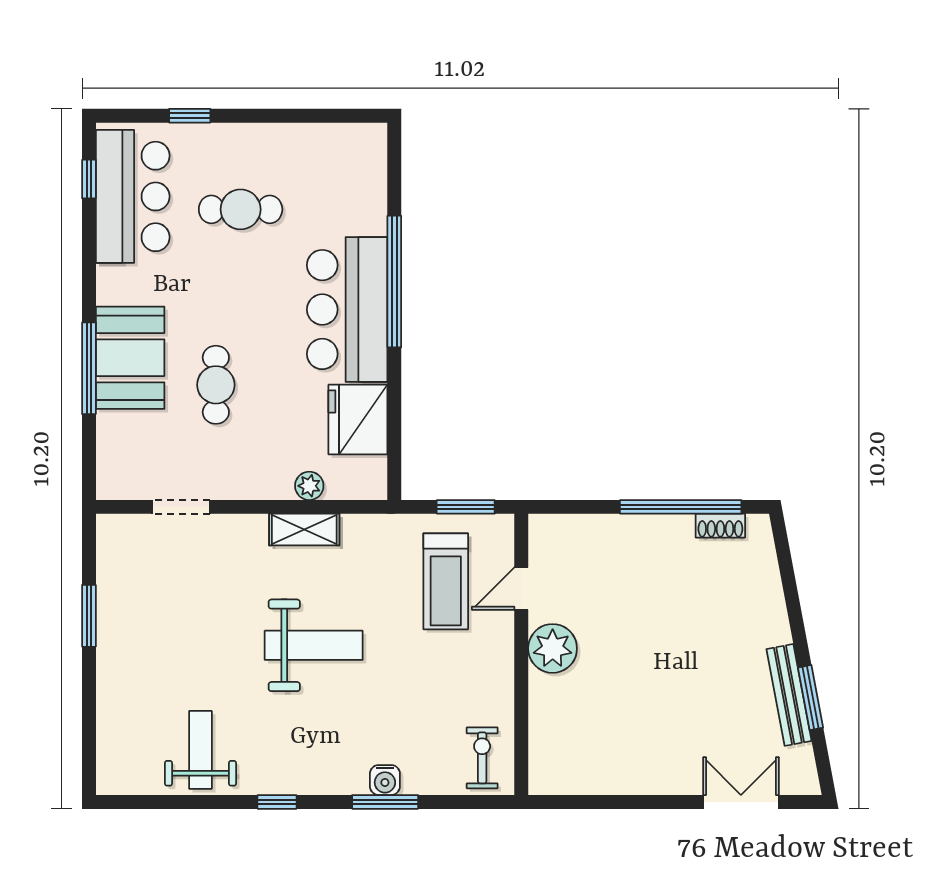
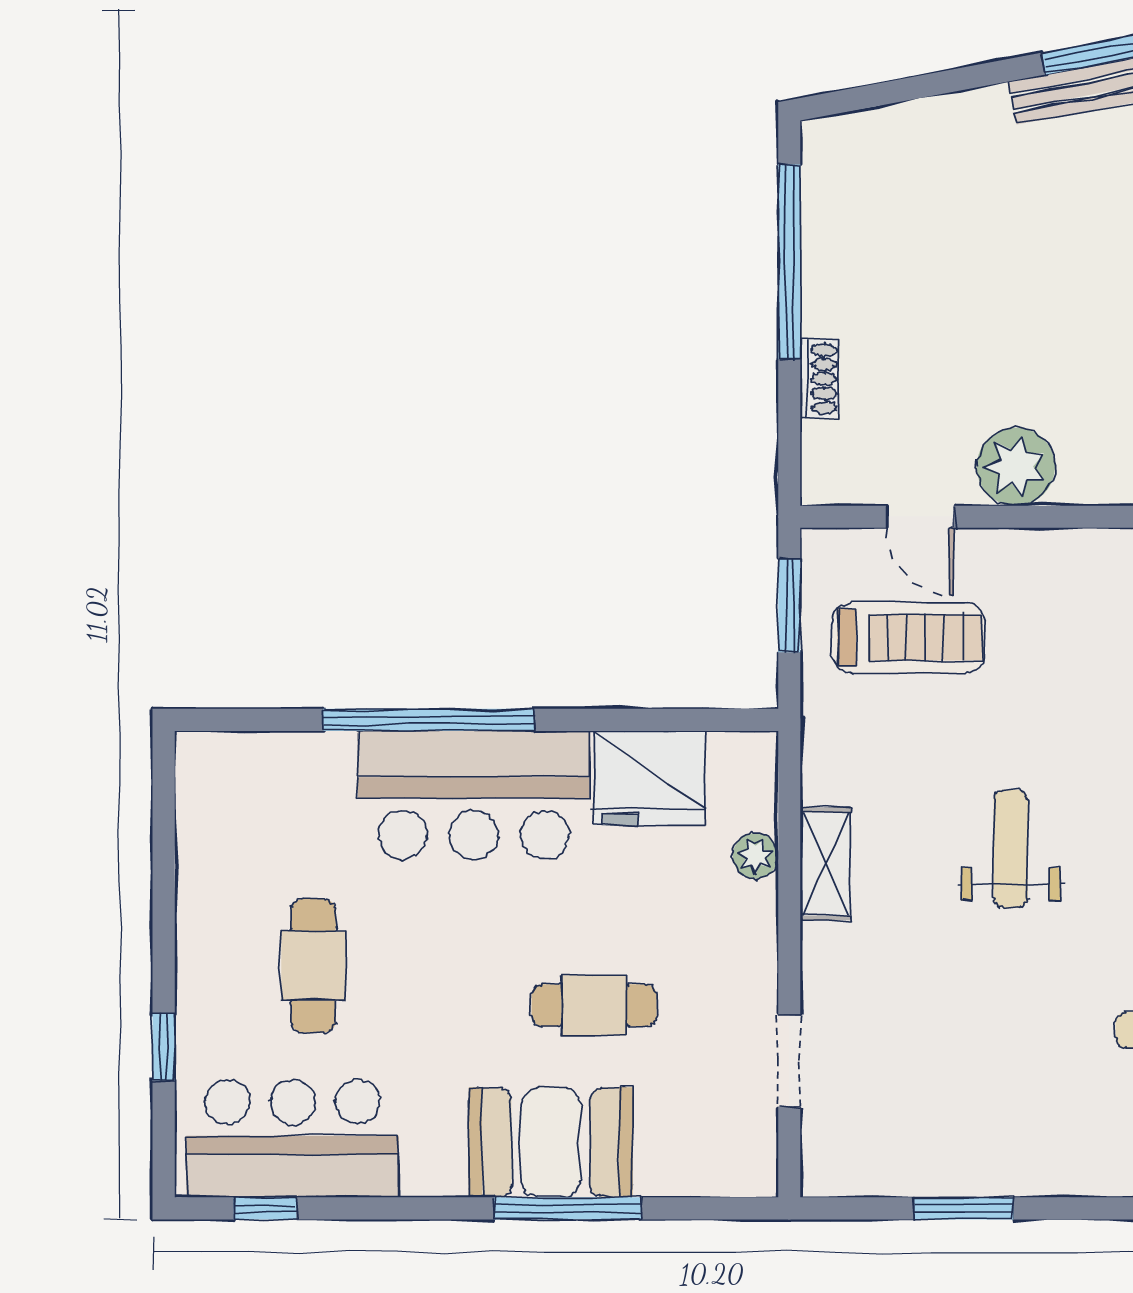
shoe rack: (720, 526) -> (819, 379), moved
weight bench: (314, 645) -> (1011, 849), width x0.73, depth x0.75

